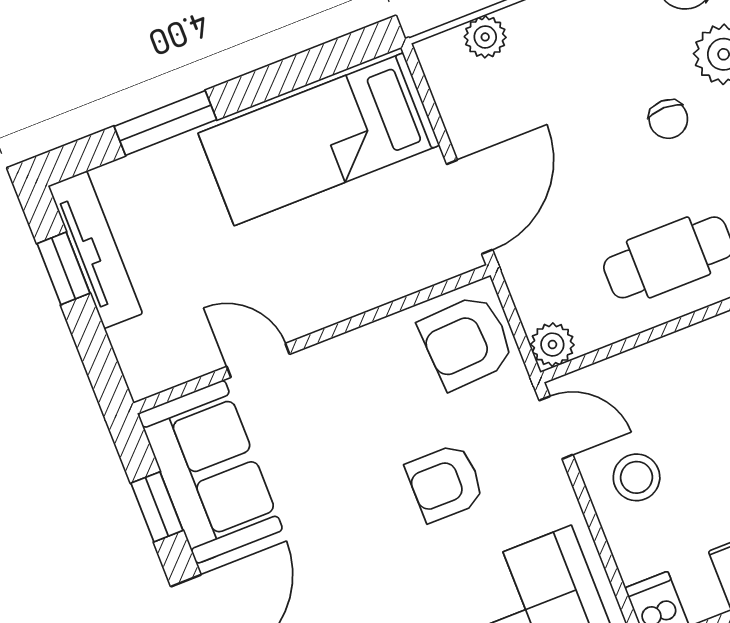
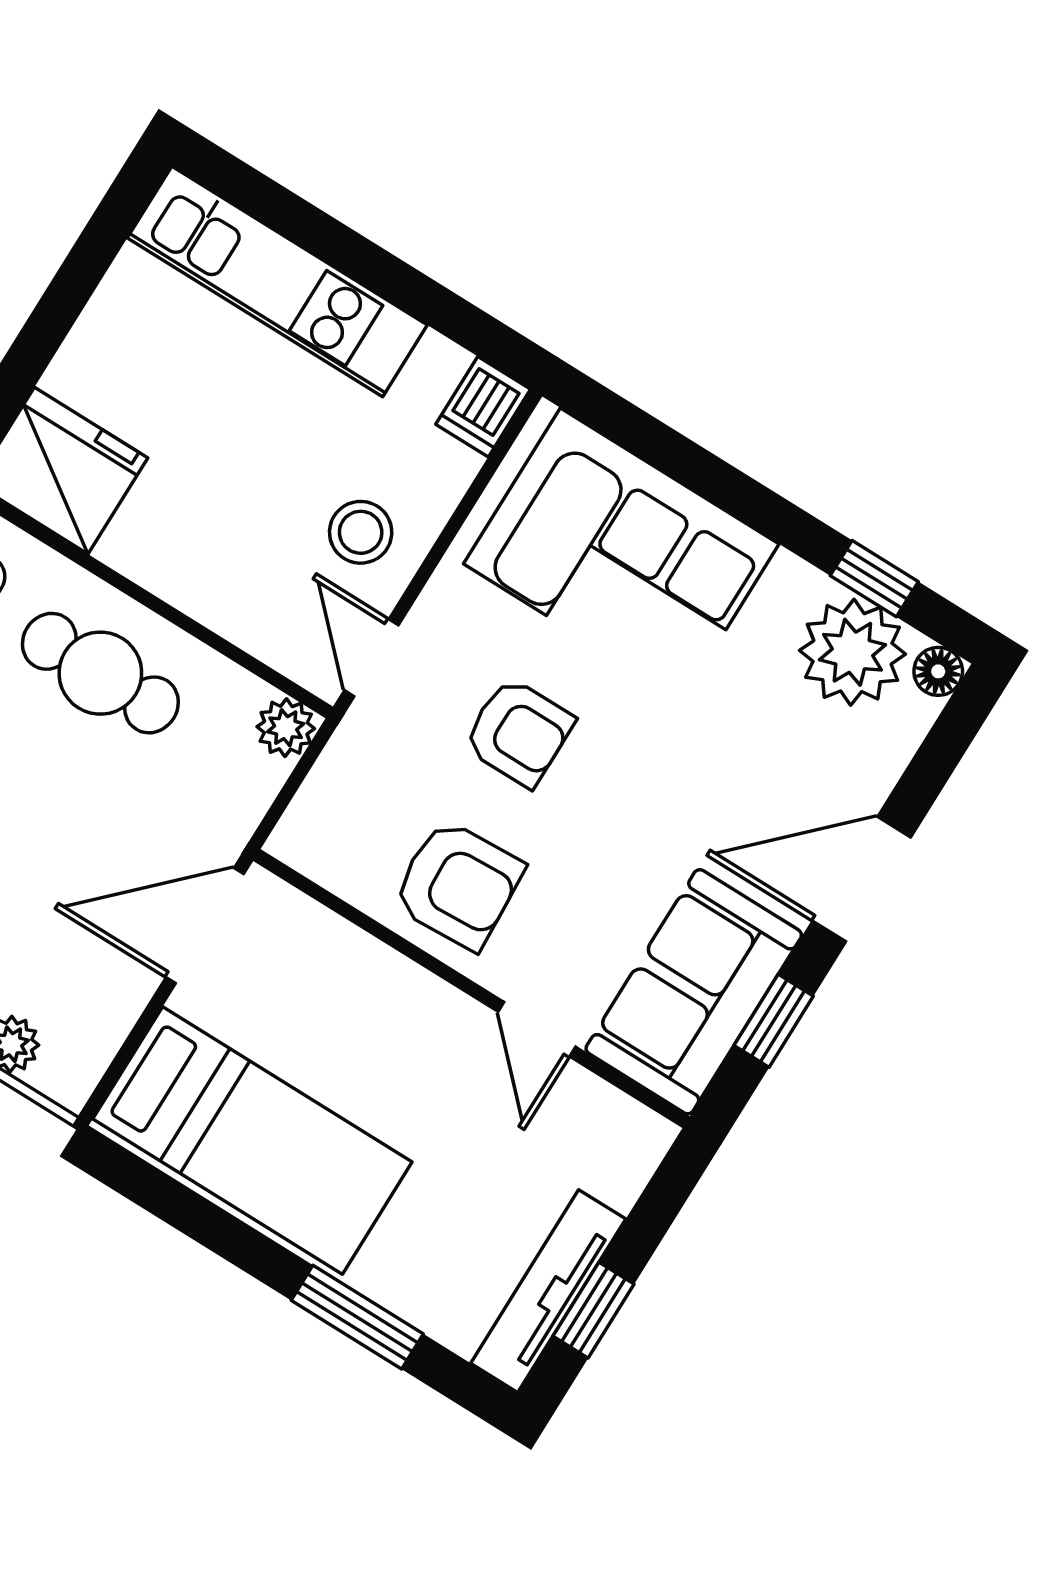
armchair: (467, 342) -> (458, 885), moved

